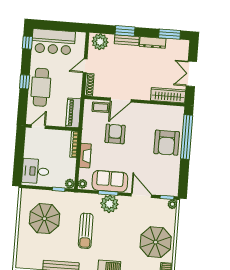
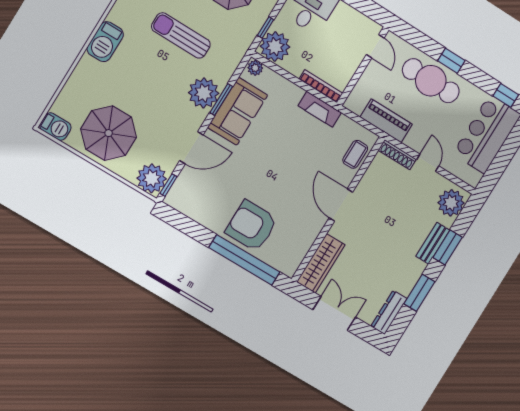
window: (170, 34) -> (419, 293), moved
dresser: (153, 42) -> (389, 312), moved
door: (121, 100) -> (341, 205), moved
piano: (73, 113) -> (386, 121), moved
armchair: (115, 134) -> (304, 156), removed
fireplace: (85, 156) -> (320, 109), moved
plant: (70, 184) -> (275, 47), width x1.87, depth x1.87
plant: (172, 204) -> (152, 178), width x1.88, depth x1.88

